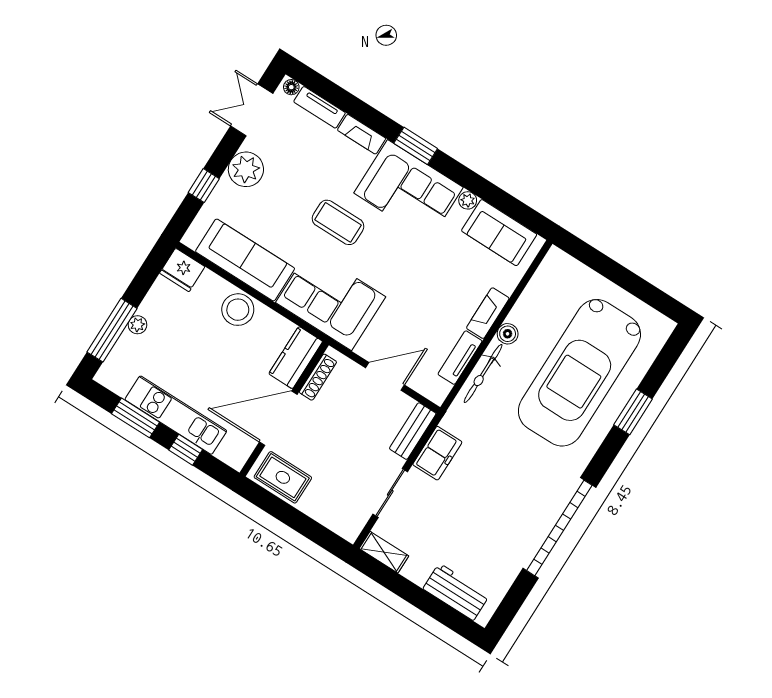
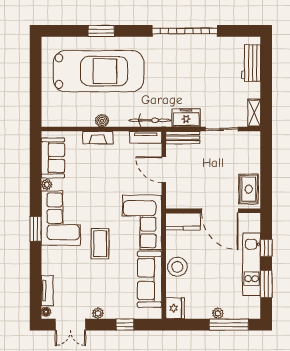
fireplace: (362, 134) -> (47, 260), removed
plant: (246, 169) -> (98, 313), width x0.53, depth x0.53
tv unit: (460, 358) -> (146, 137), moved
bicycle: (483, 374) -> (150, 120), moved
shoe rack: (318, 377) -> (186, 204), removed

